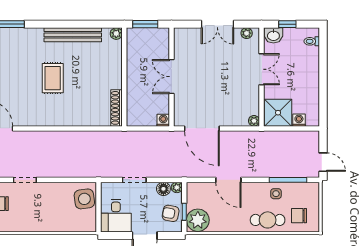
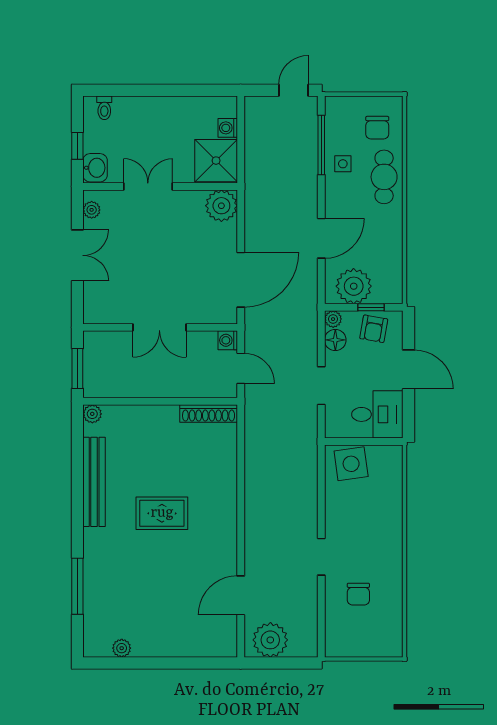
plant: (254, 121) -> (221, 206), width x1.88, depth x1.88
door: (145, 128) -> (241, 368), added
plant: (198, 220) -> (354, 286), moved

